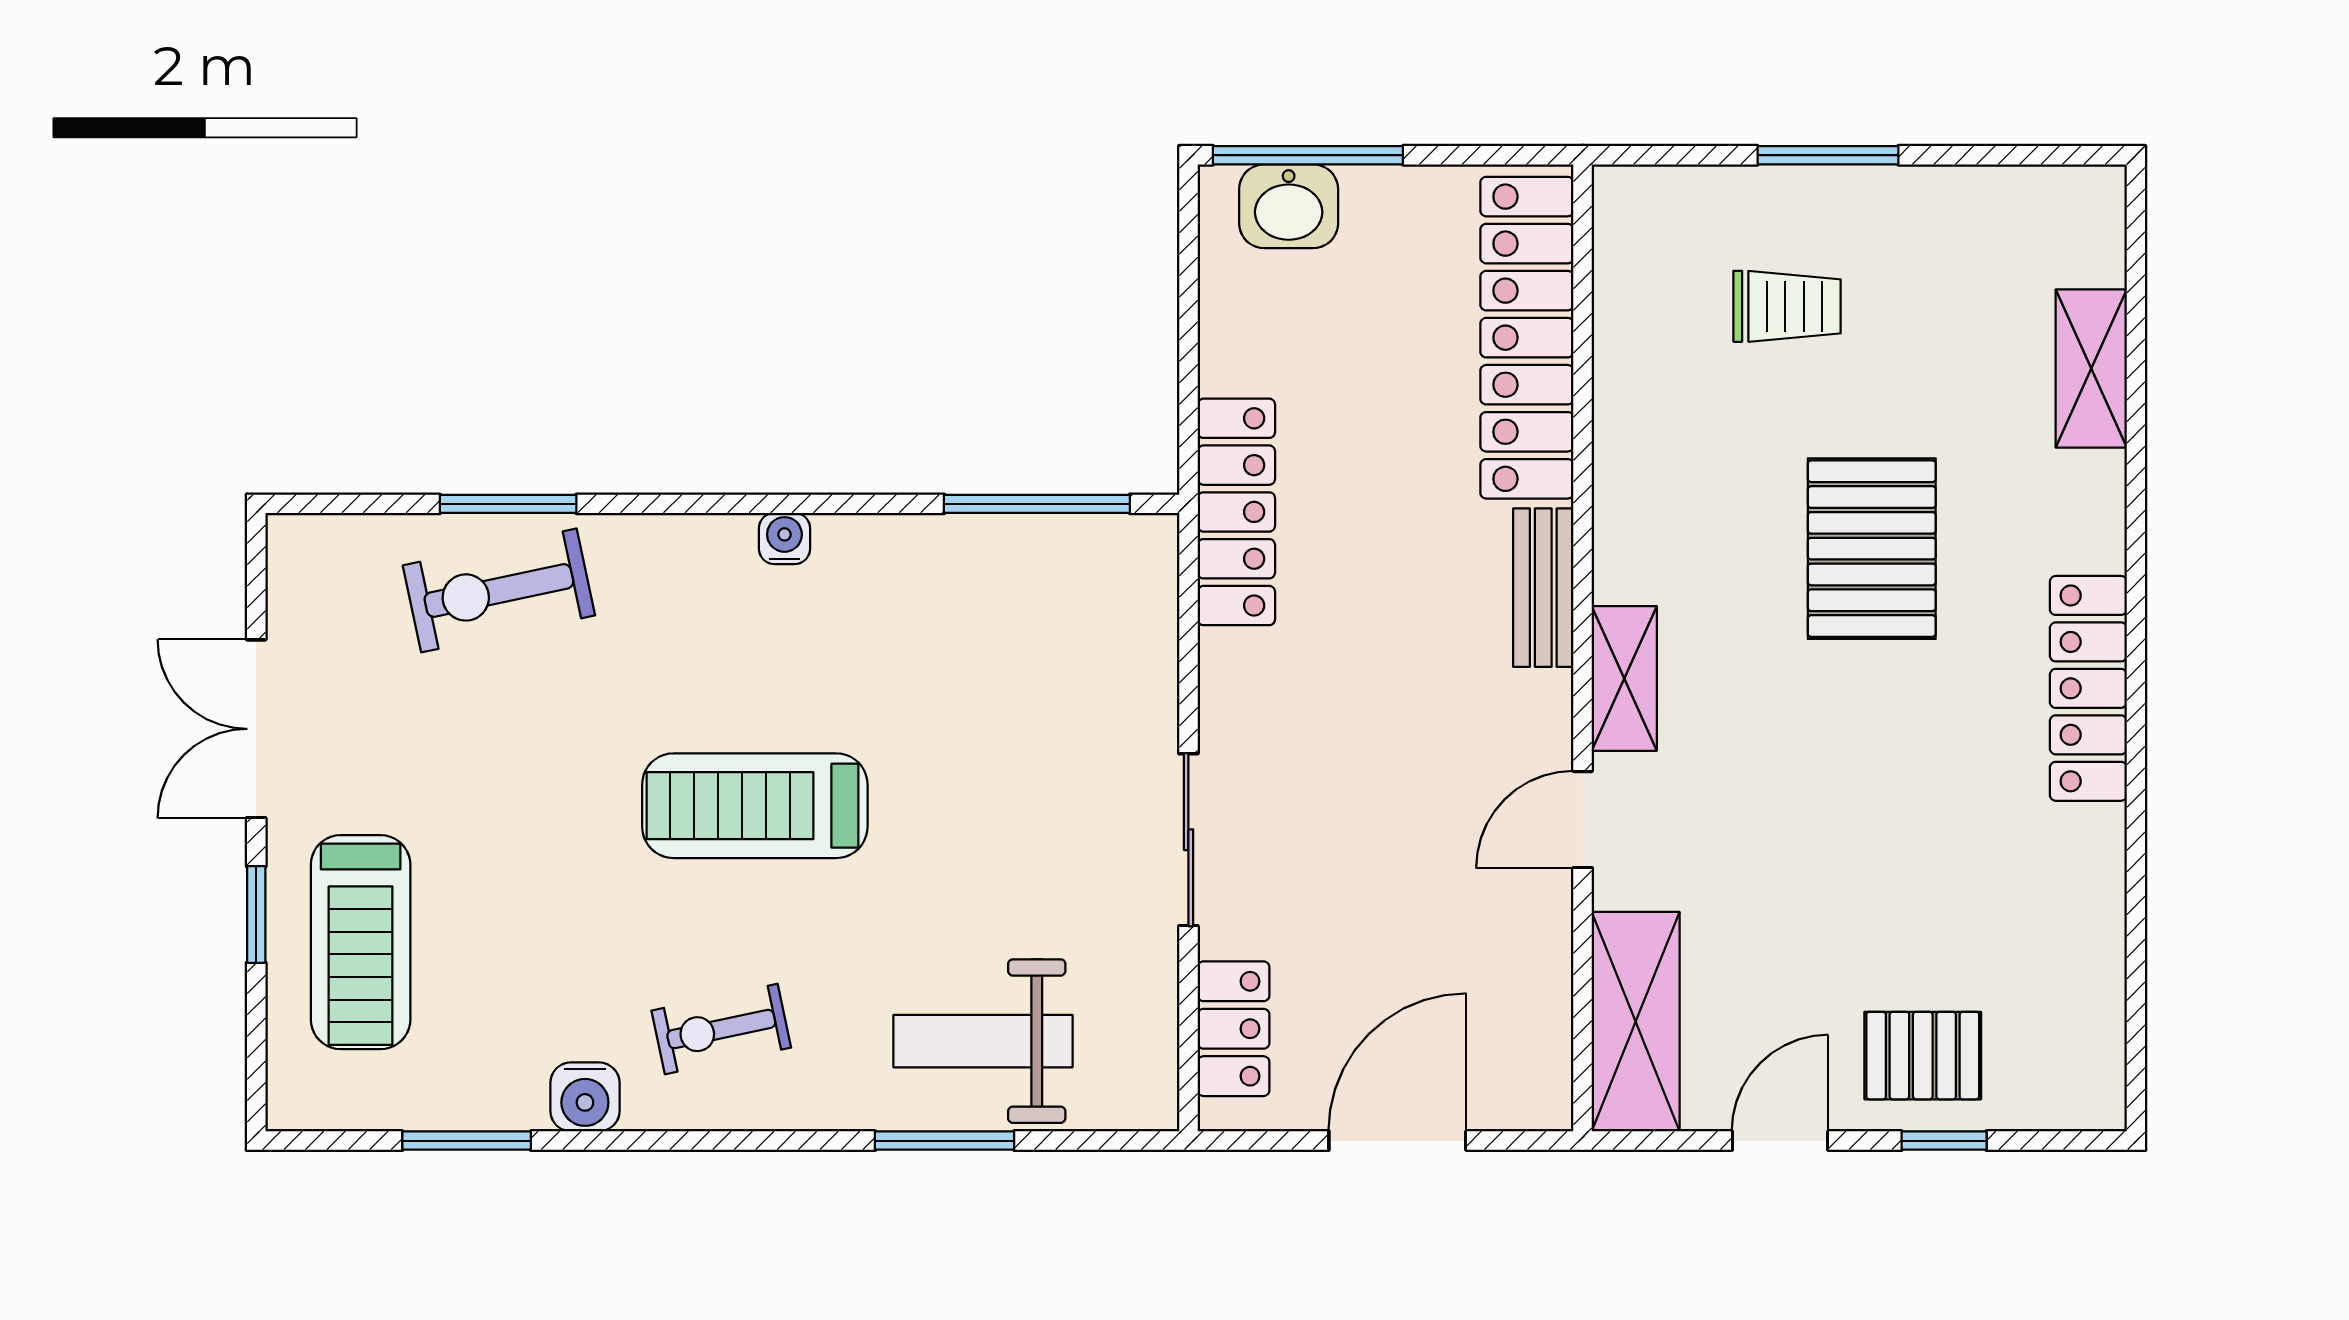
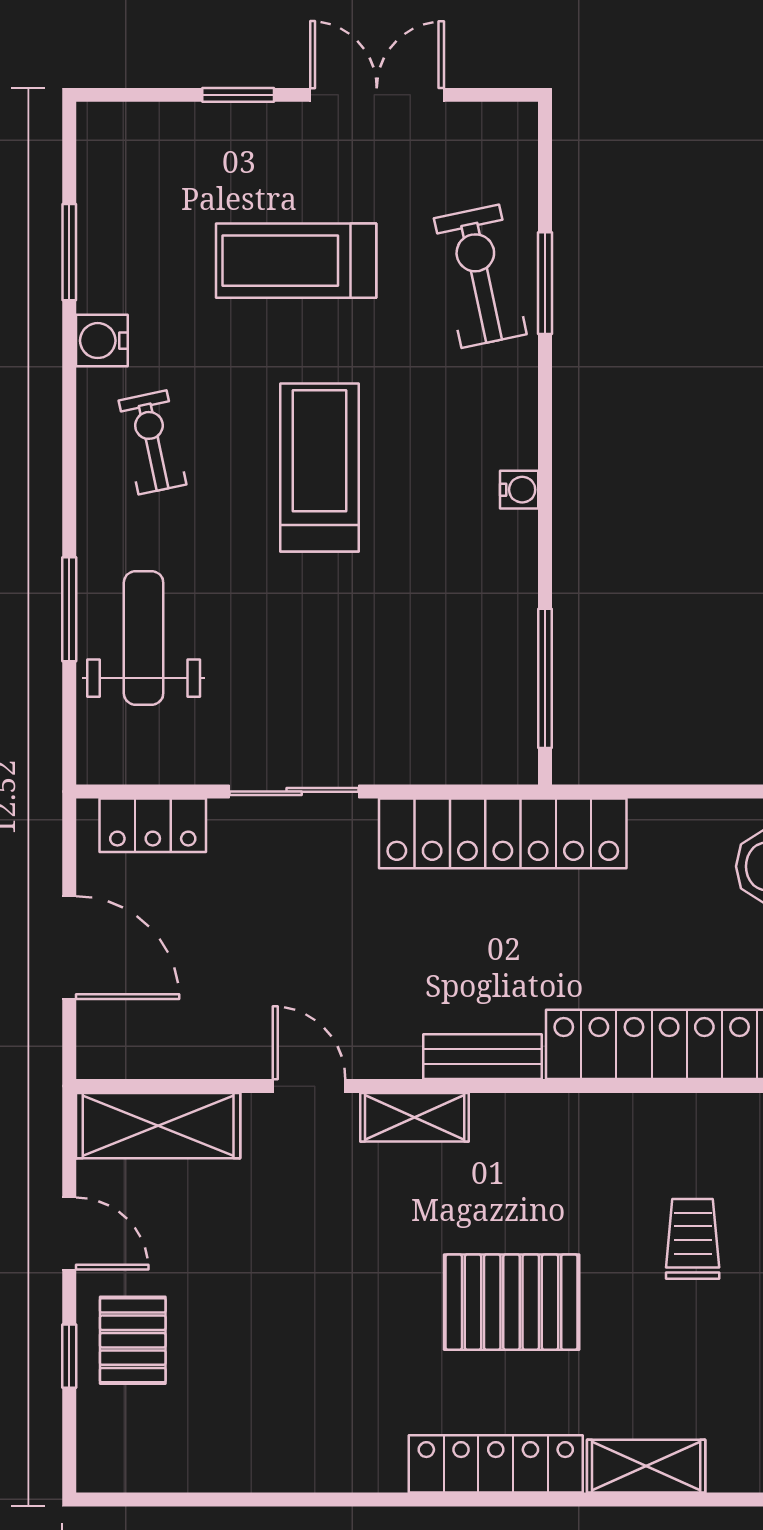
trolley: (1787, 306) -> (693, 1239), turned 180
locker: (1236, 512) -> (503, 833), width x1.41, depth x1.21
locker: (2088, 688) -> (496, 1464), moved
treadmill: (361, 942) -> (296, 261), moved

